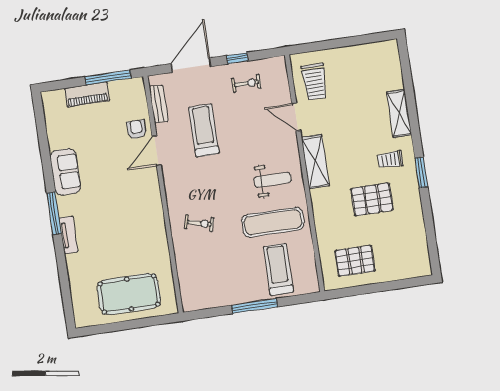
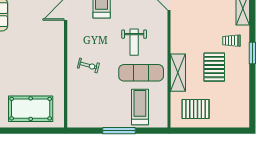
shelving: (315, 162) -> (178, 73), moved
weight bench: (273, 180) -> (134, 42), moved, turned 90
pallet: (372, 199) -> (214, 67), turned 90

